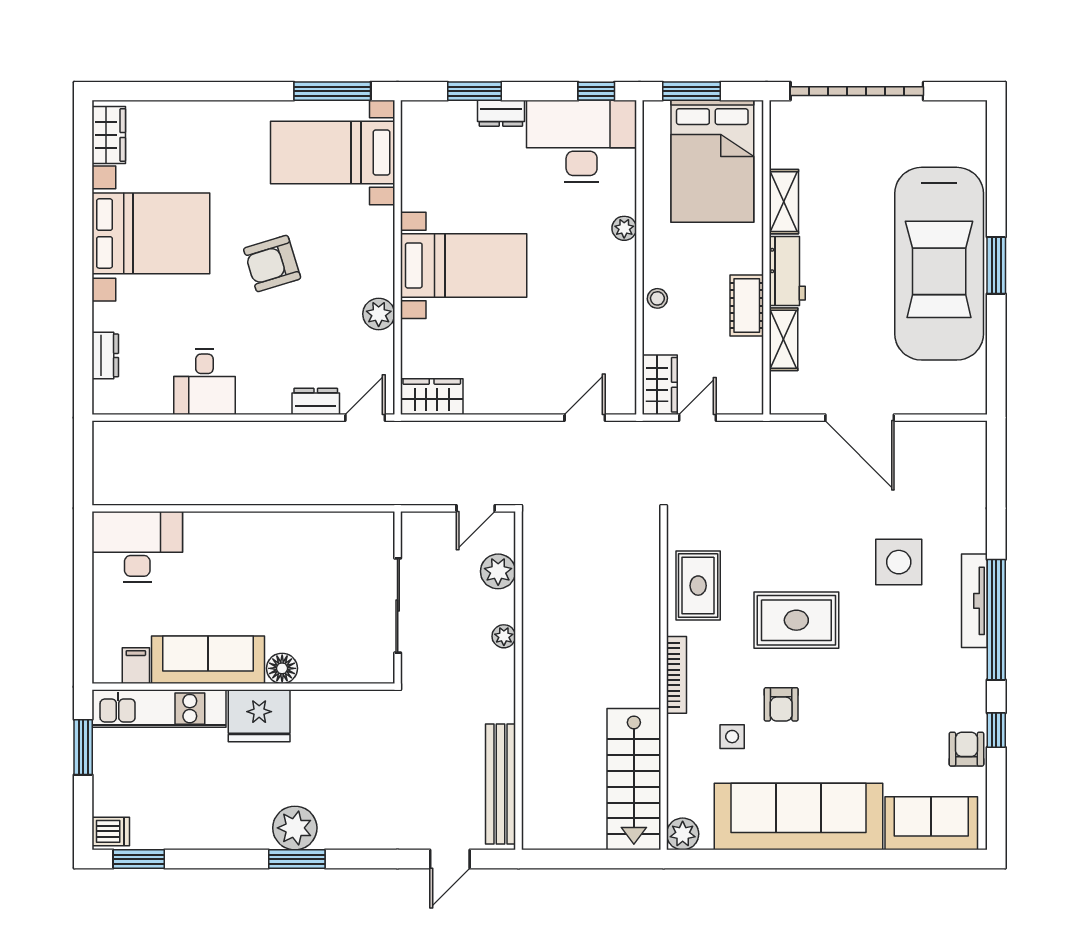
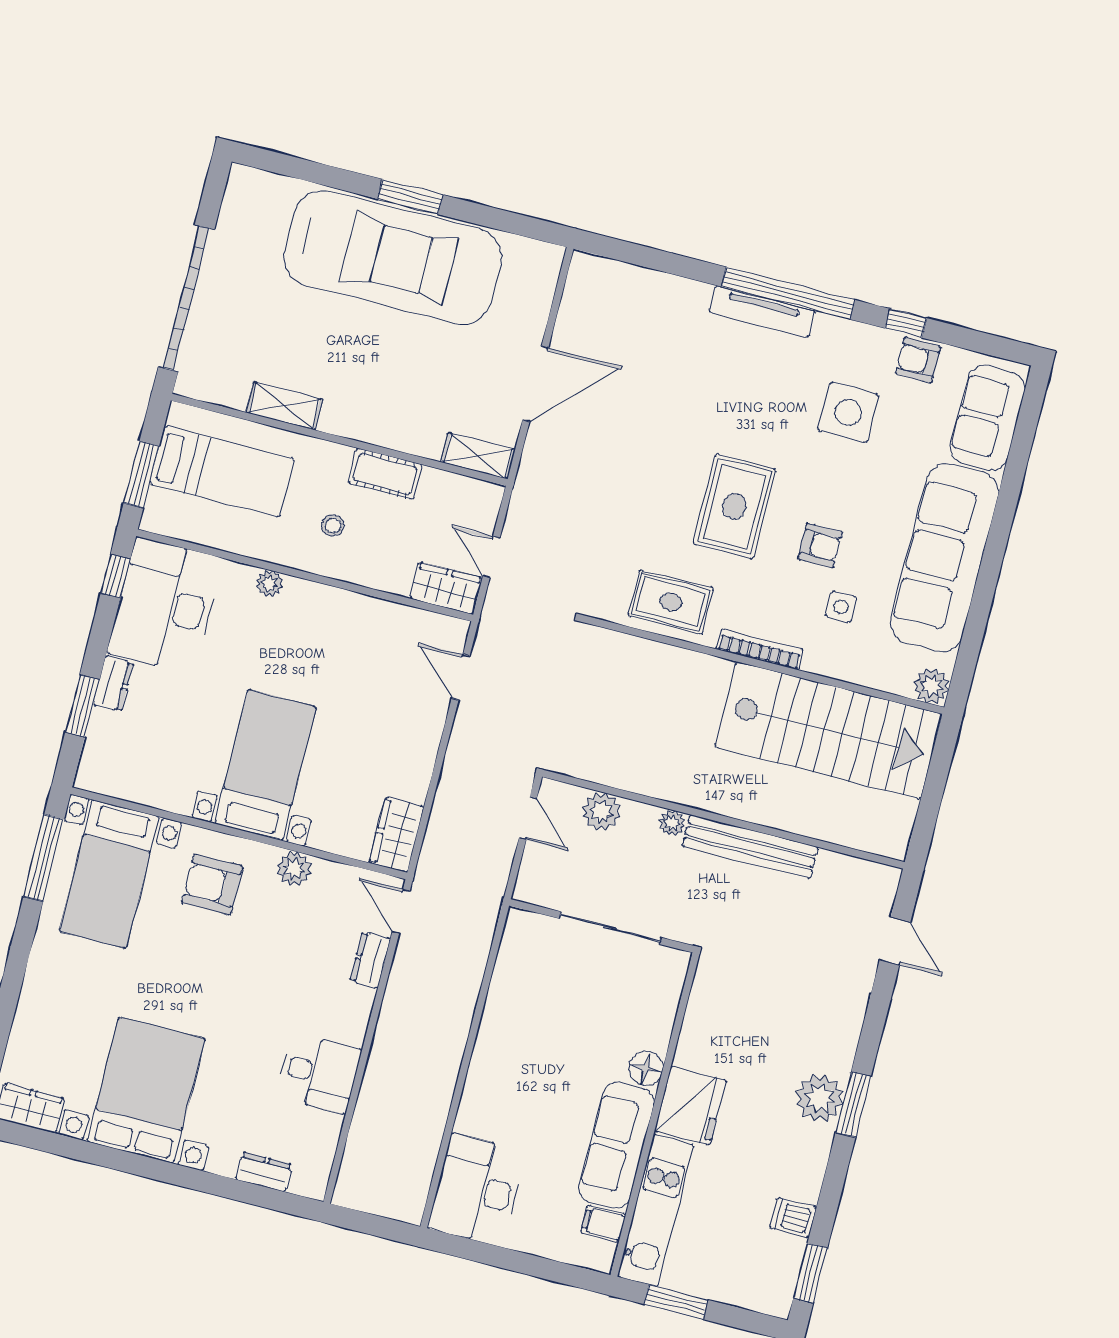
bed: (712, 161) -> (222, 471), width x0.67
armchair: (272, 263) -> (212, 885), moved, turned 107
workbench: (787, 271) -> (359, 421), removed
stool: (657, 298) -> (333, 525), moved
shelving: (784, 339) -> (478, 456), moved
side table: (899, 562) -> (848, 412), moved
stairs: (634, 779) -> (829, 731), width x1.36, depth x1.51
bench: (501, 784) -> (750, 847), moved
dishwasher: (111, 831) -> (793, 1218), moved, turned -90

